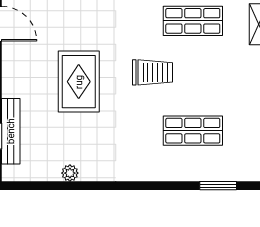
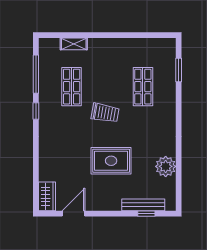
trolley: (152, 72) -> (105, 113), turned 100
plant: (70, 173) -> (166, 166), width x1.87, depth x1.87

